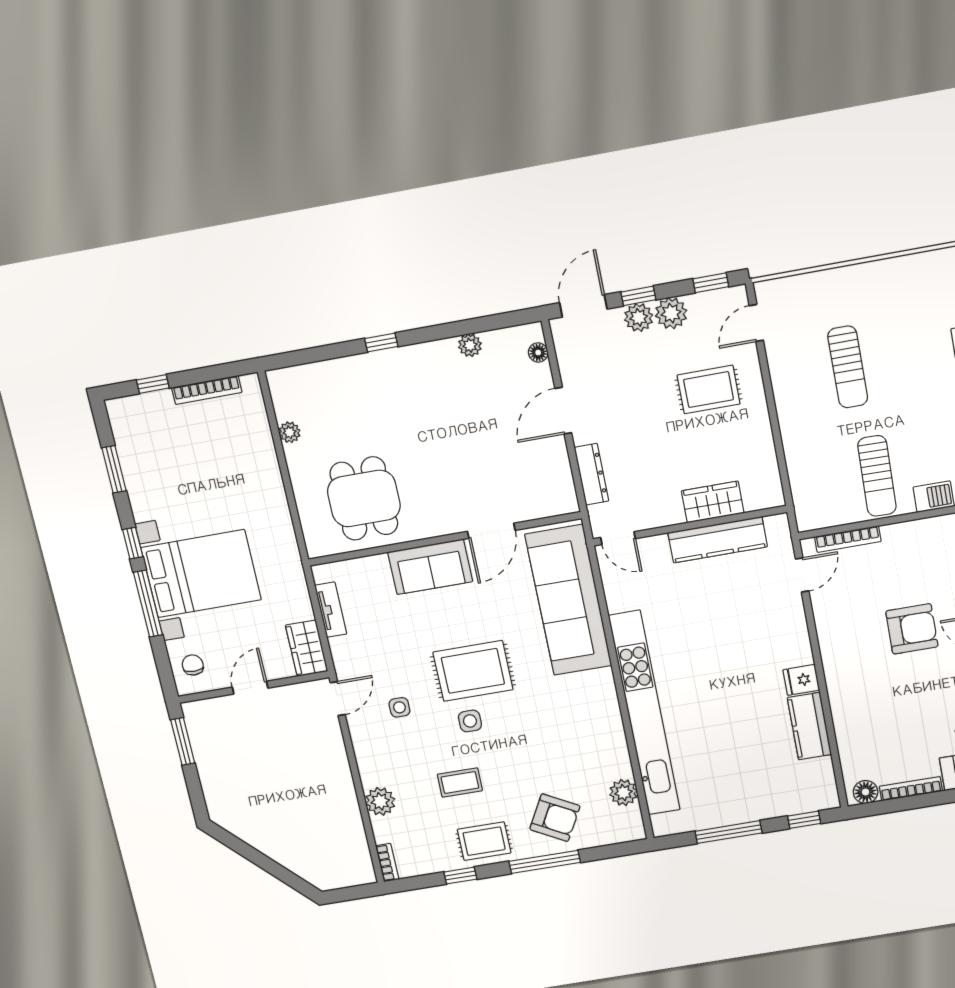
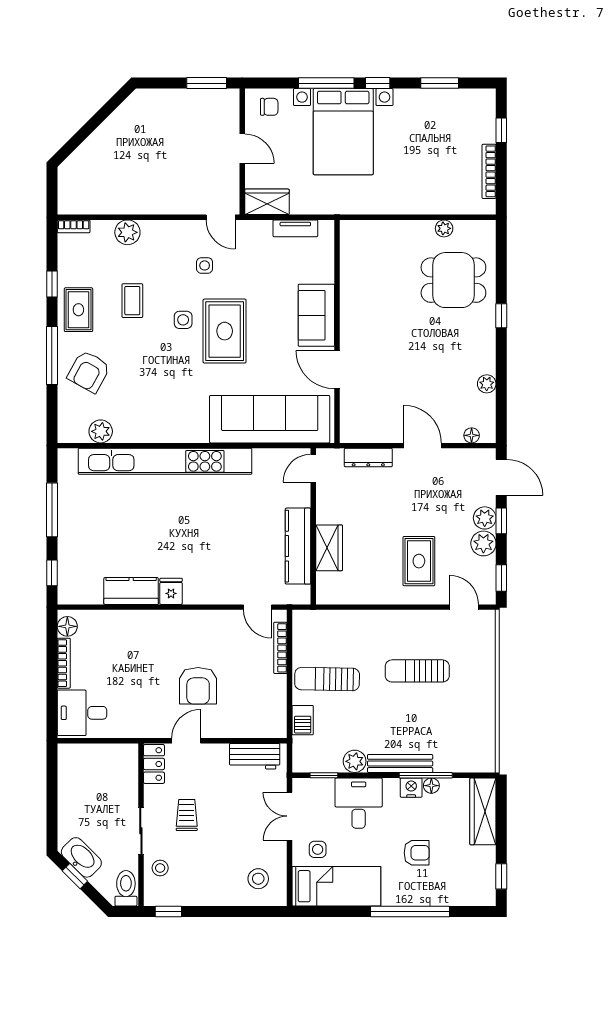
dining table: (364, 498) -> (453, 280), moved

